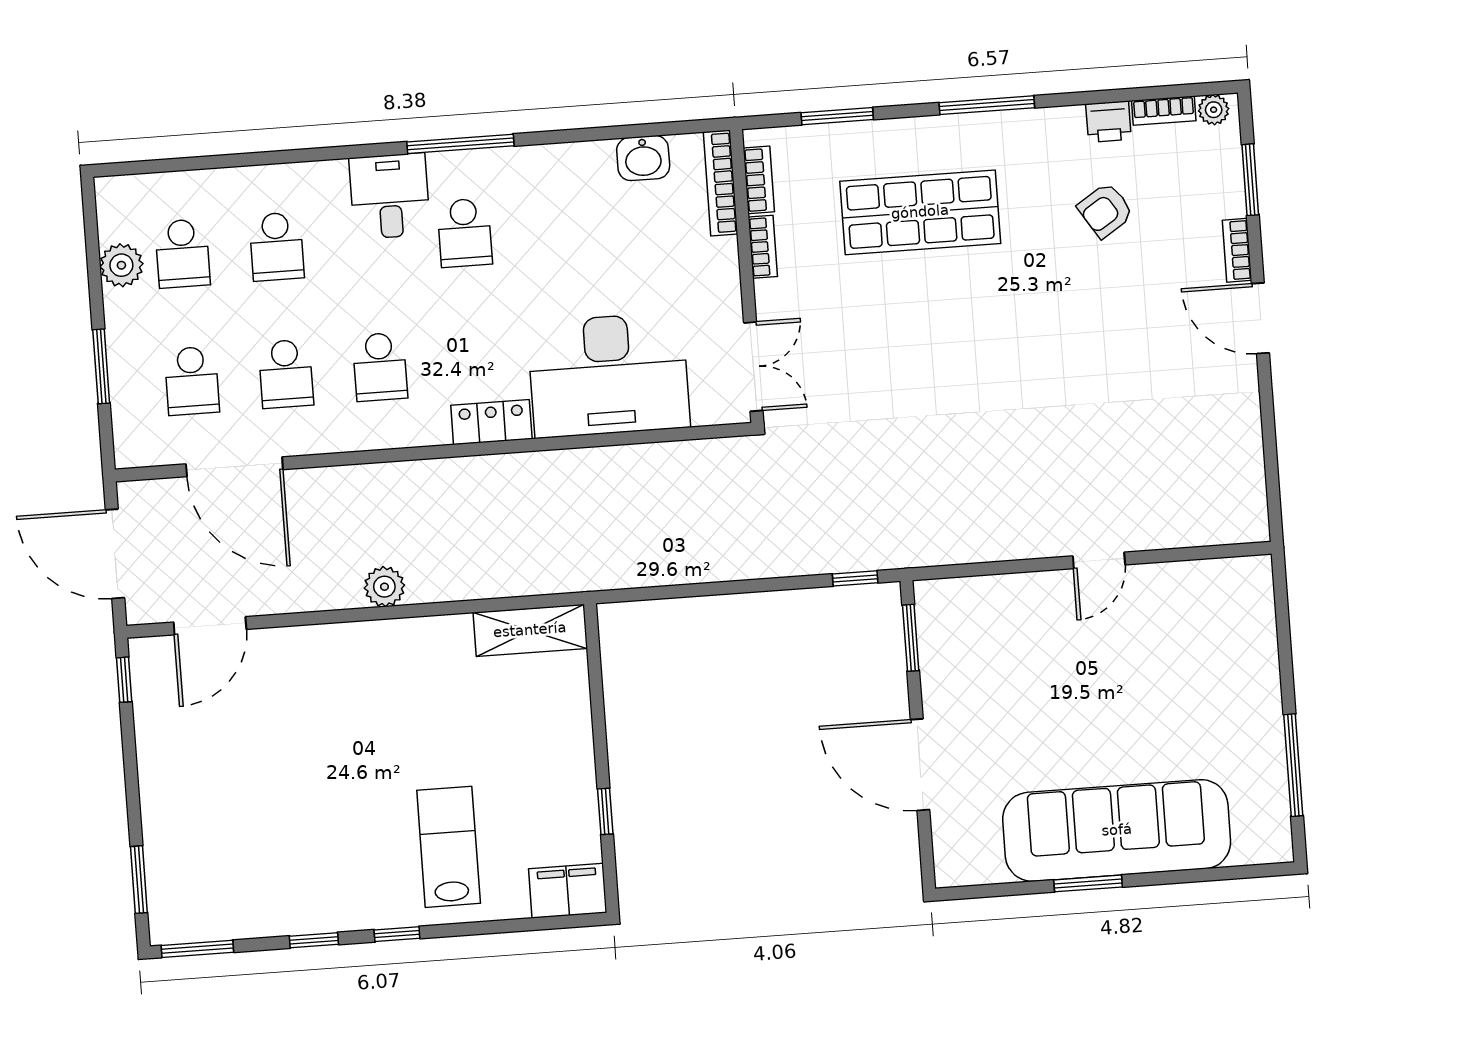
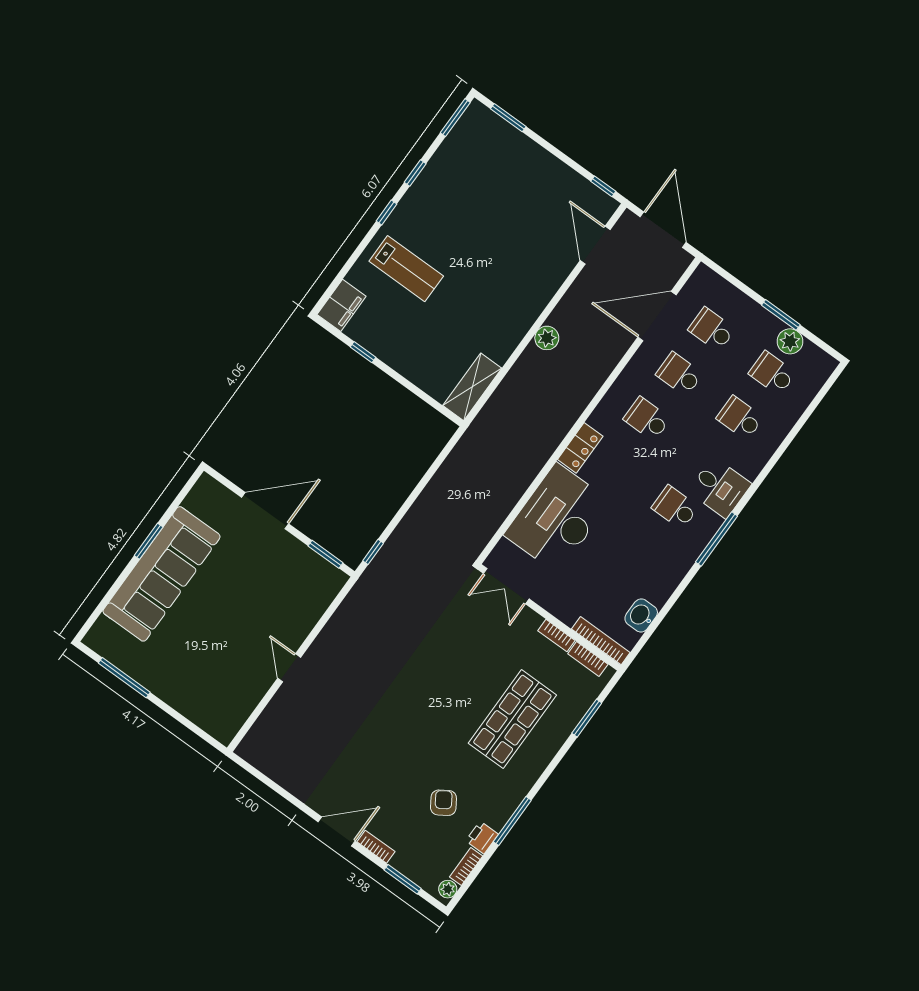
window: (987, 105) -> (512, 821), moved
window: (101, 366) -> (781, 315), moved
door: (115, 554) -> (663, 230), hinge flipped

